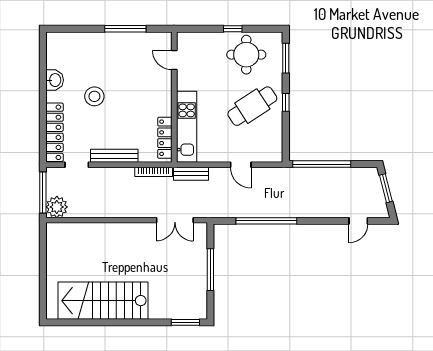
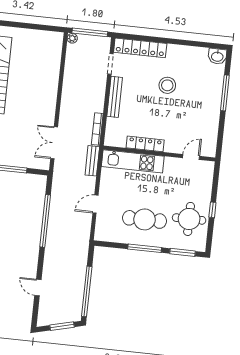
window: (125, 29) -> (225, 93), moved
washbasin: (55, 80) -> (217, 56), moved
window: (286, 102) -> (145, 248), width x2.17
cafe table: (252, 106) -> (145, 219), turned -57
locker: (165, 138) -> (145, 144), moved
window: (322, 164) -> (87, 291), moved
plant: (57, 207) -> (72, 38), width x0.53, depth x0.53
door: (358, 221) -> (38, 288), moved

